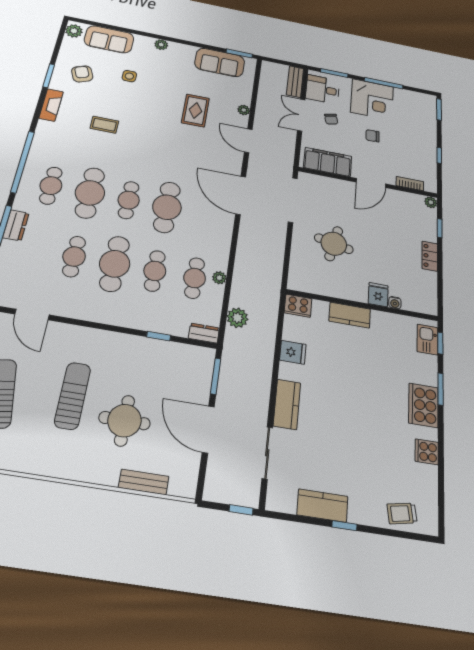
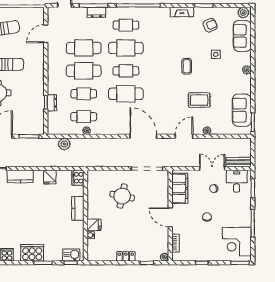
corner desk: (372, 99) -> (237, 242), moved
coffee table: (104, 125) -> (187, 66), moved
door: (241, 195) -> (143, 136), hinge flipped
cafe table: (74, 256) -> (84, 48), width x1.37, depth x1.35
dresser: (204, 333) -> (52, 103), moved

